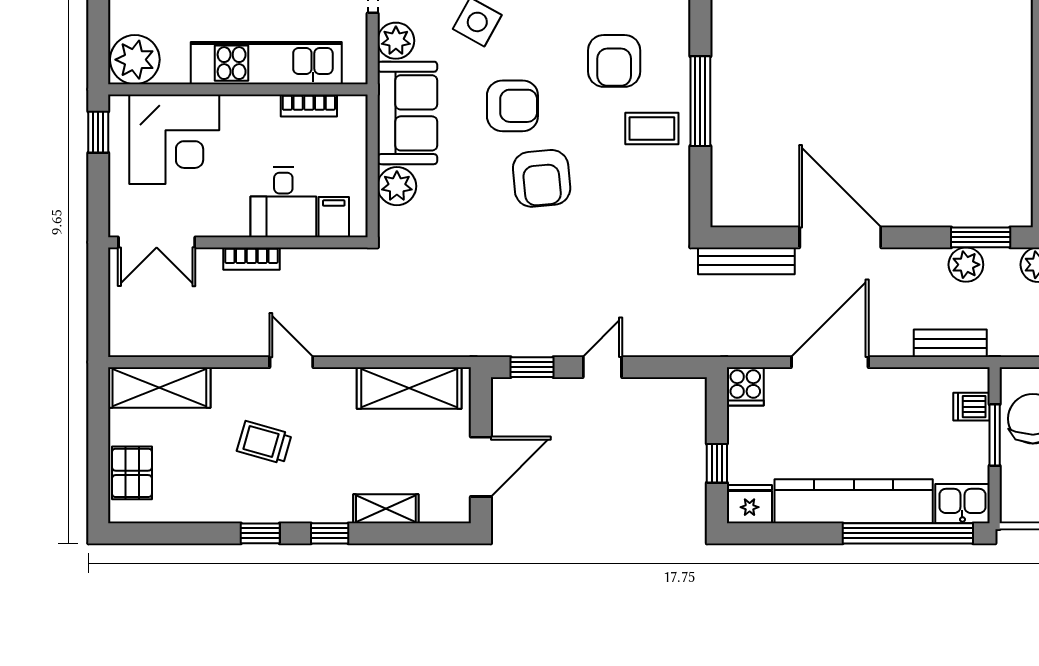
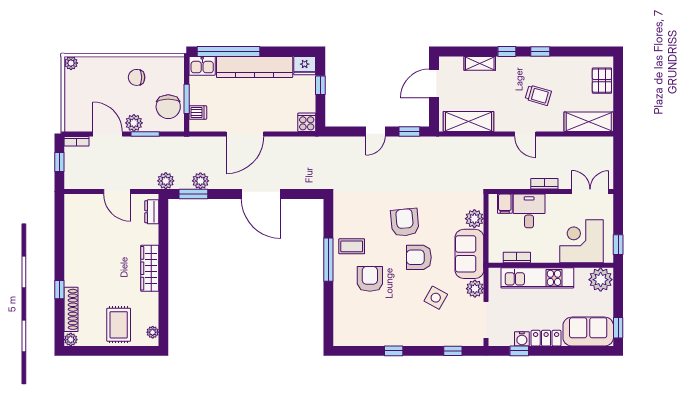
bench: (746, 261) -> (306, 183), removed
bench: (950, 343) -> (208, 143), removed
door: (830, 362) -> (245, 134), moved

